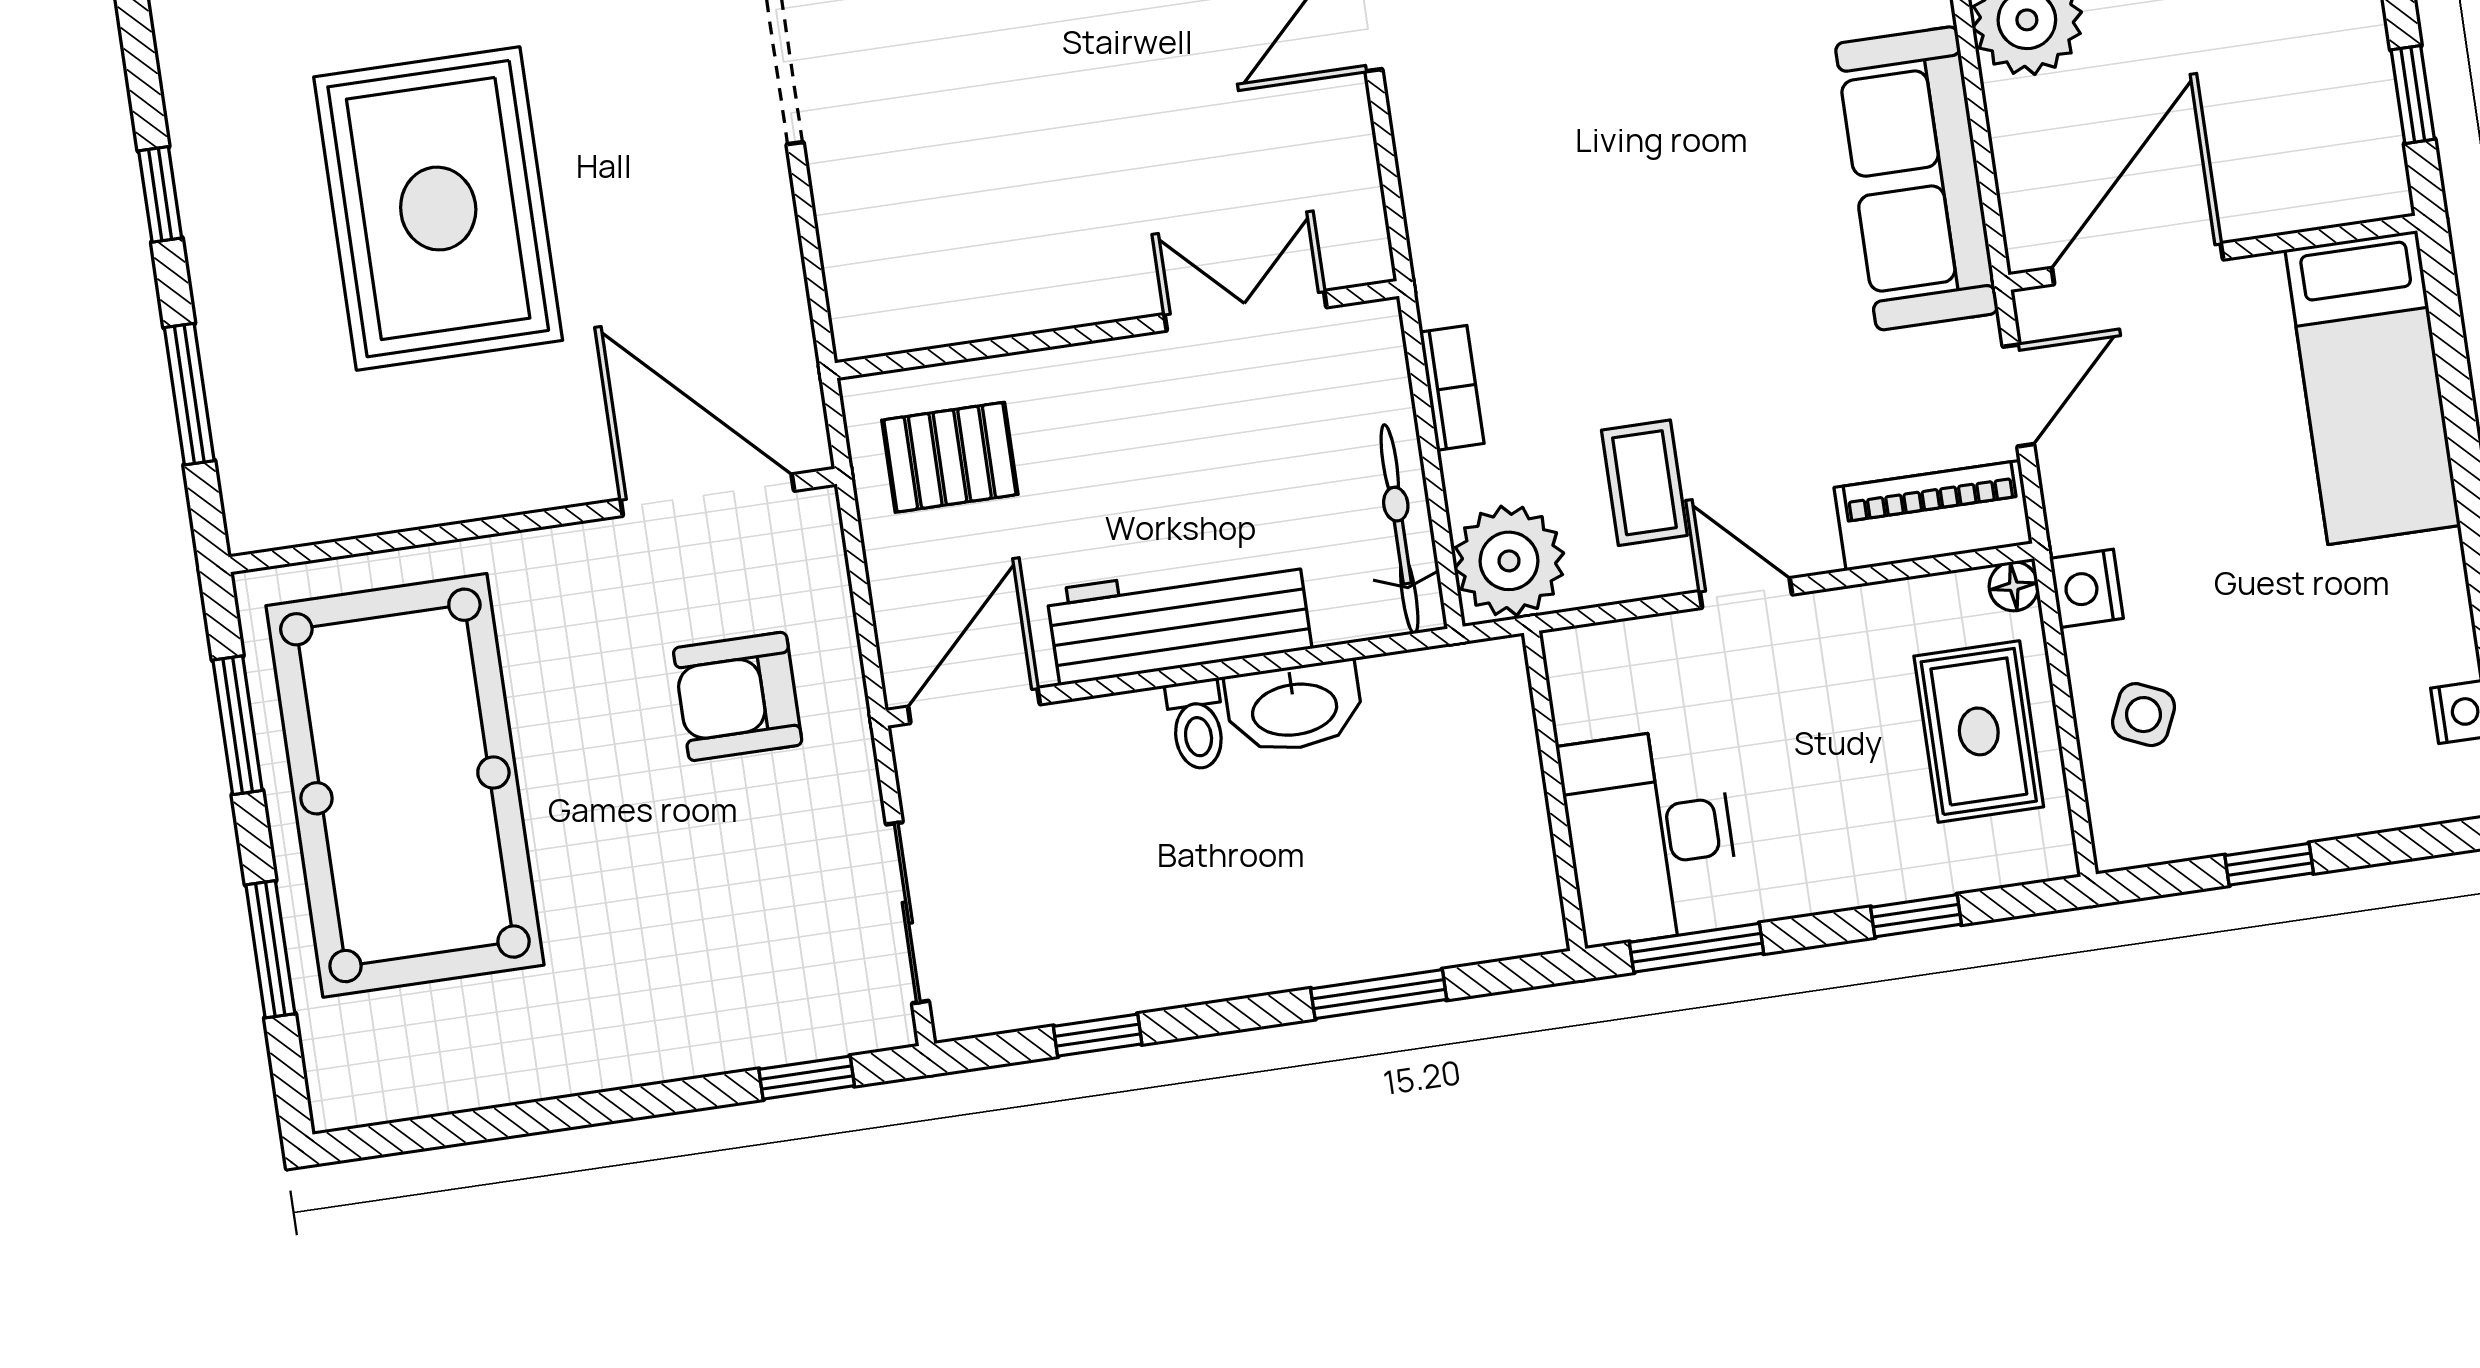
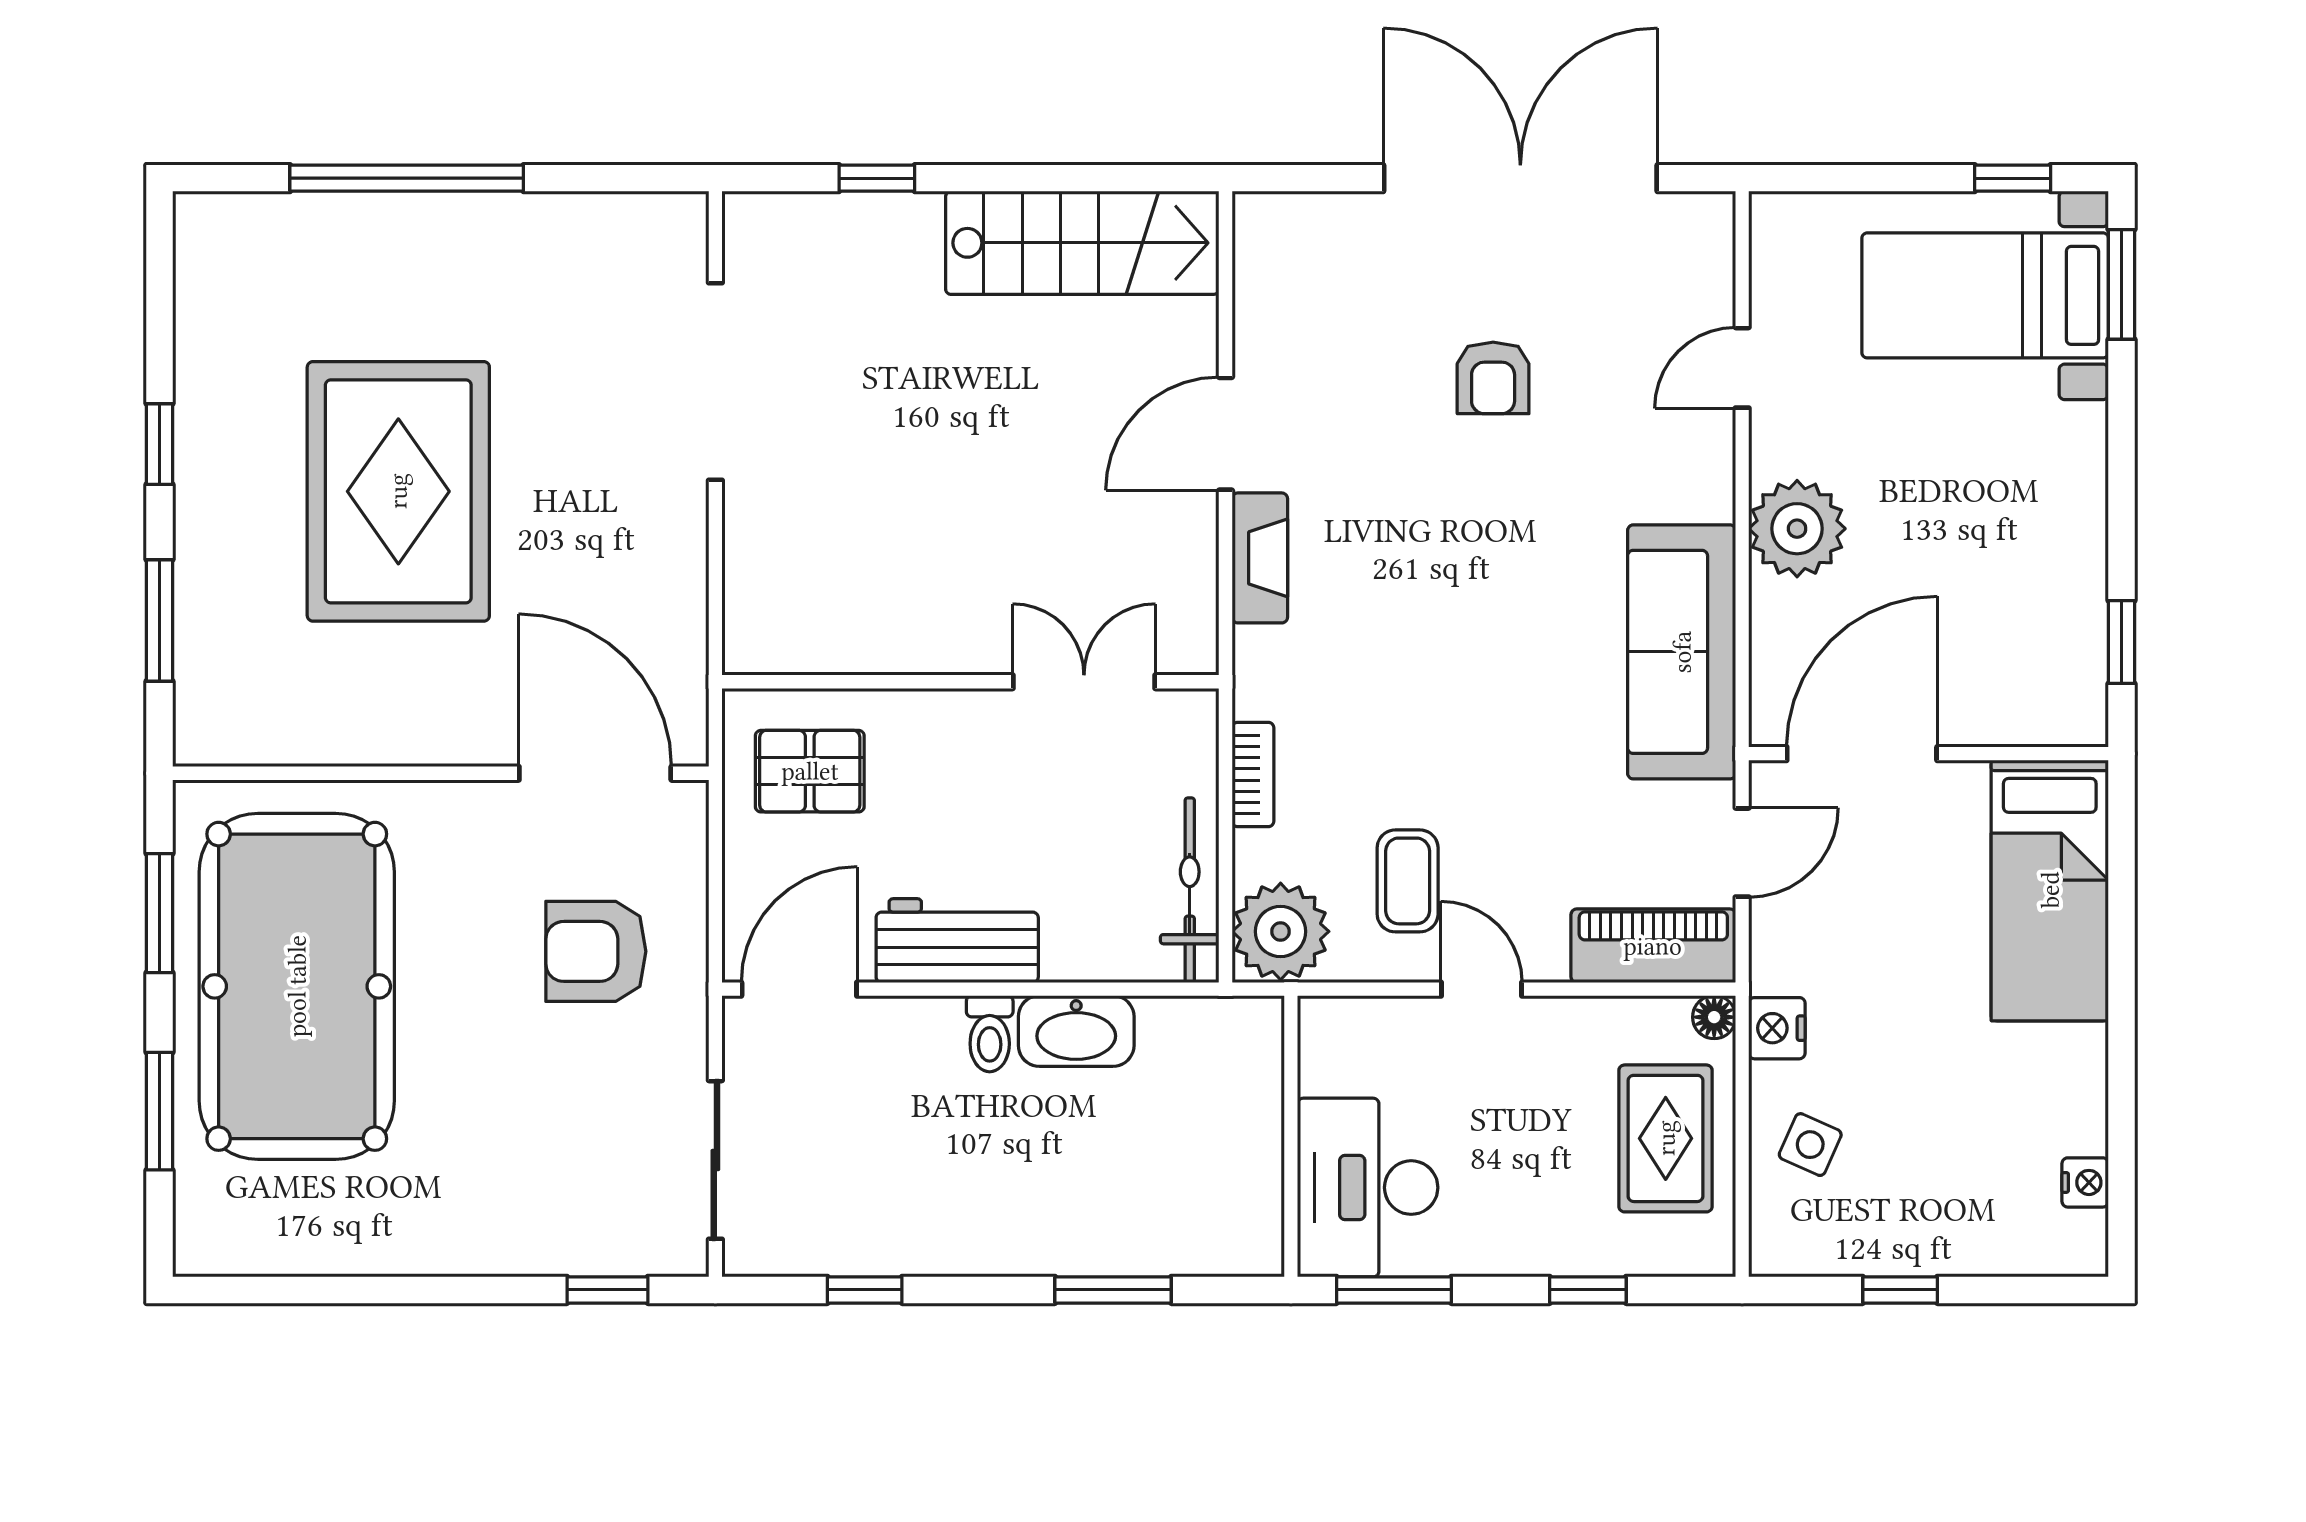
fireplace: (1424, 142) -> (1260, 558), added
workbench: (1179, 620) -> (957, 941), width x0.73

